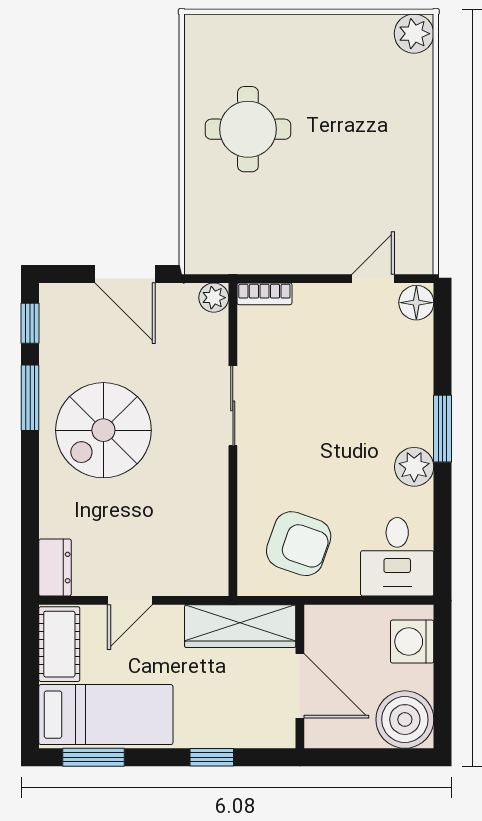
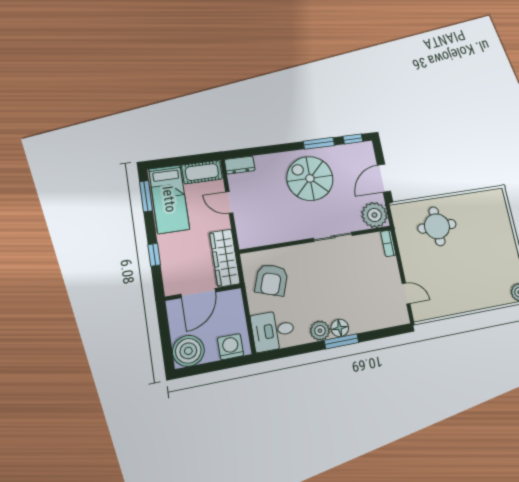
round table: (248, 129) -> (437, 226), moved
plant: (214, 298) -> (374, 215), width x1.88, depth x1.88
floor lamp: (416, 303) -> (340, 328), moved

